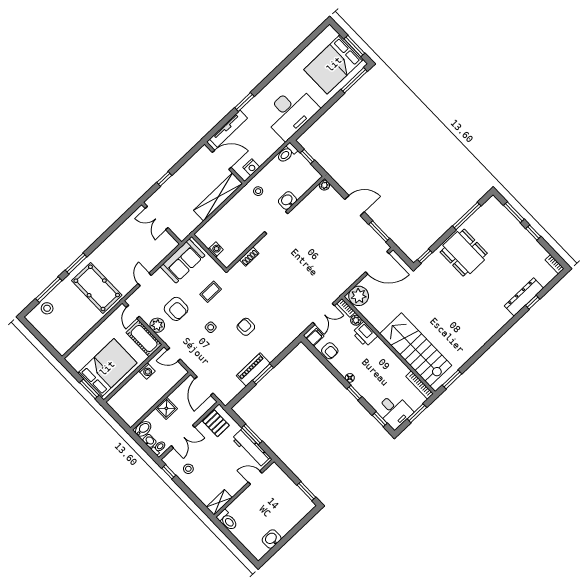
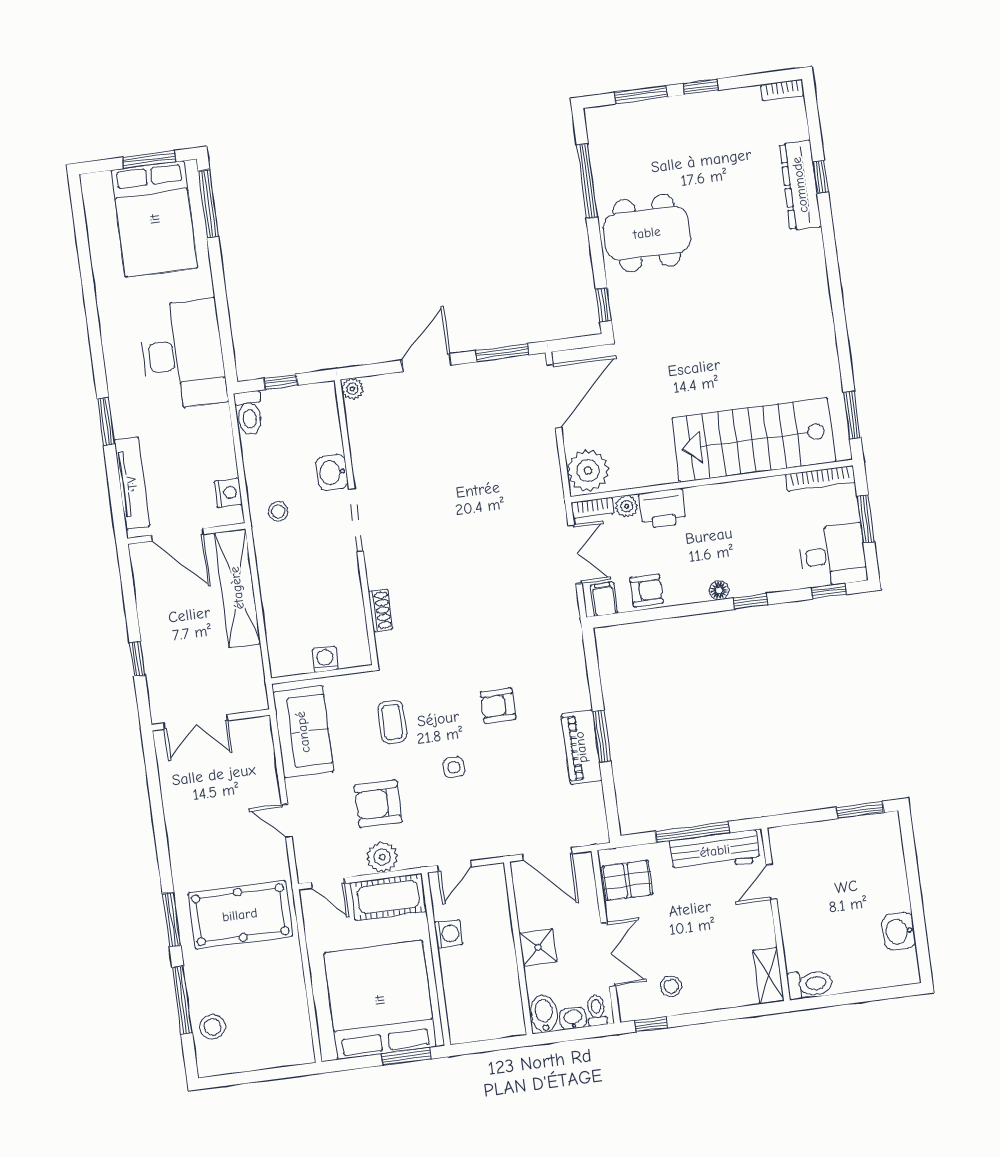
door: (222, 160) -> (178, 535), swing flipped
armchair: (176, 309) -> (378, 804), turned 180
bed: (107, 368) -> (380, 1000), width x1.36
window: (252, 434) -> (692, 832), width x1.44

